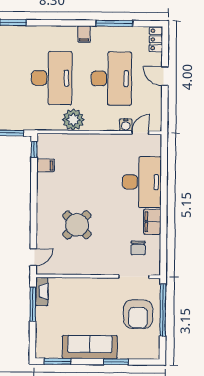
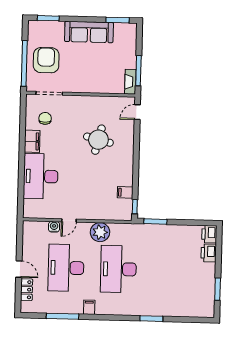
locker: (156, 39) -> (27, 290), moved
door: (140, 133) -> (69, 220), moved
round table: (77, 225) -> (98, 140), turned -30
window: (116, 362) -> (48, 18), moved

